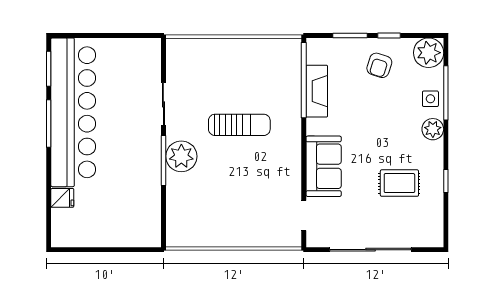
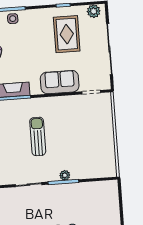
plant: (433, 129) -> (94, 11), moved
plant: (181, 156) -> (65, 175), width x0.53, depth x0.53
rug: (399, 183) -> (67, 34), width x1.36, depth x1.43

